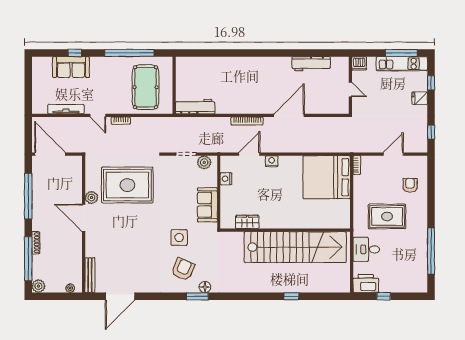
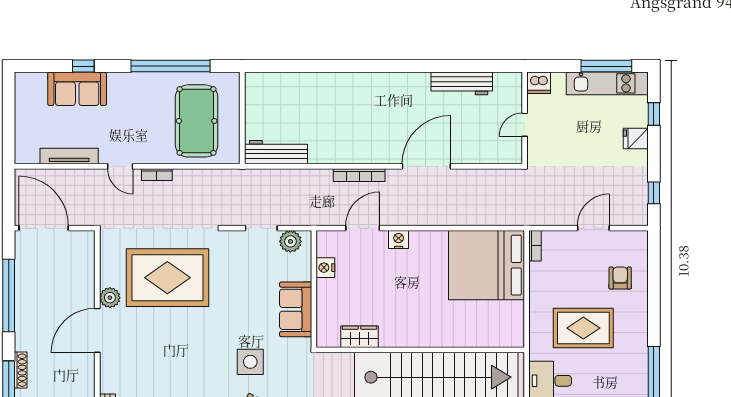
door: (350, 90) -> (525, 125), swing flipped
door: (84, 218) -> (97, 330), hinge flipped

